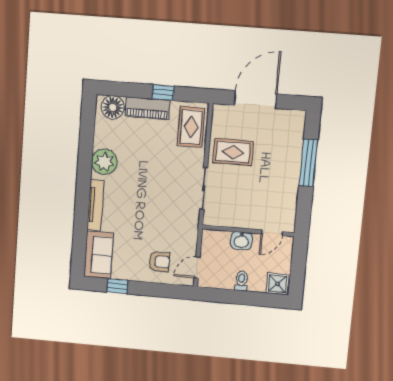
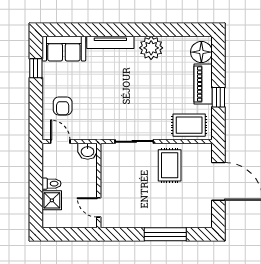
washbasin: (241, 241) -> (88, 151), moved, turned -90
shower: (277, 284) -> (52, 200), moved

